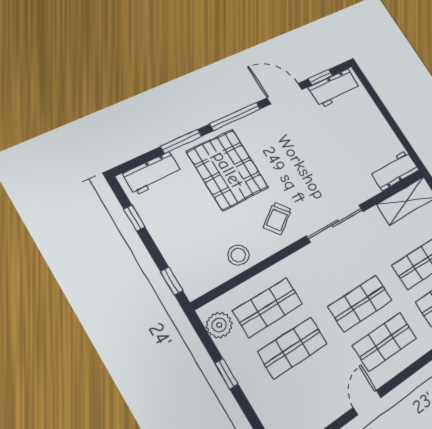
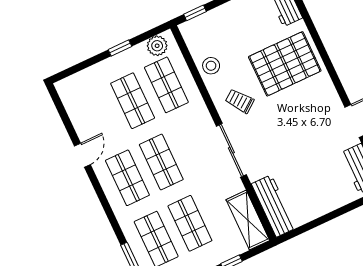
window: (235, 116) -> (333, 75), removed
window: (181, 141) -> (312, 28), removed
workbench: (395, 170) -> (274, 206), width x1.38
door: (367, 403) -> (82, 155), hinge flipped

